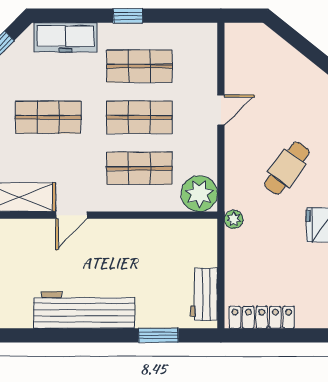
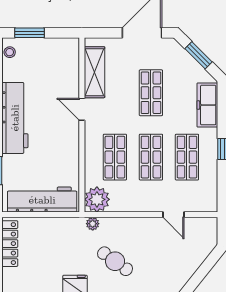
door: (221, 110) -> (173, 215), moved
plant: (234, 219) -> (93, 224), moved
workbench: (204, 294) -> (42, 200), width x1.88, depth x1.32

